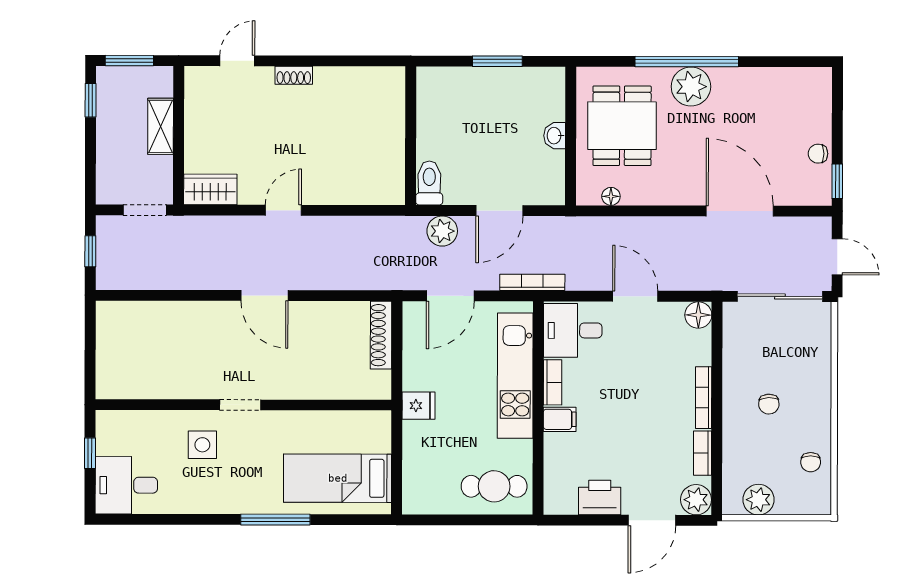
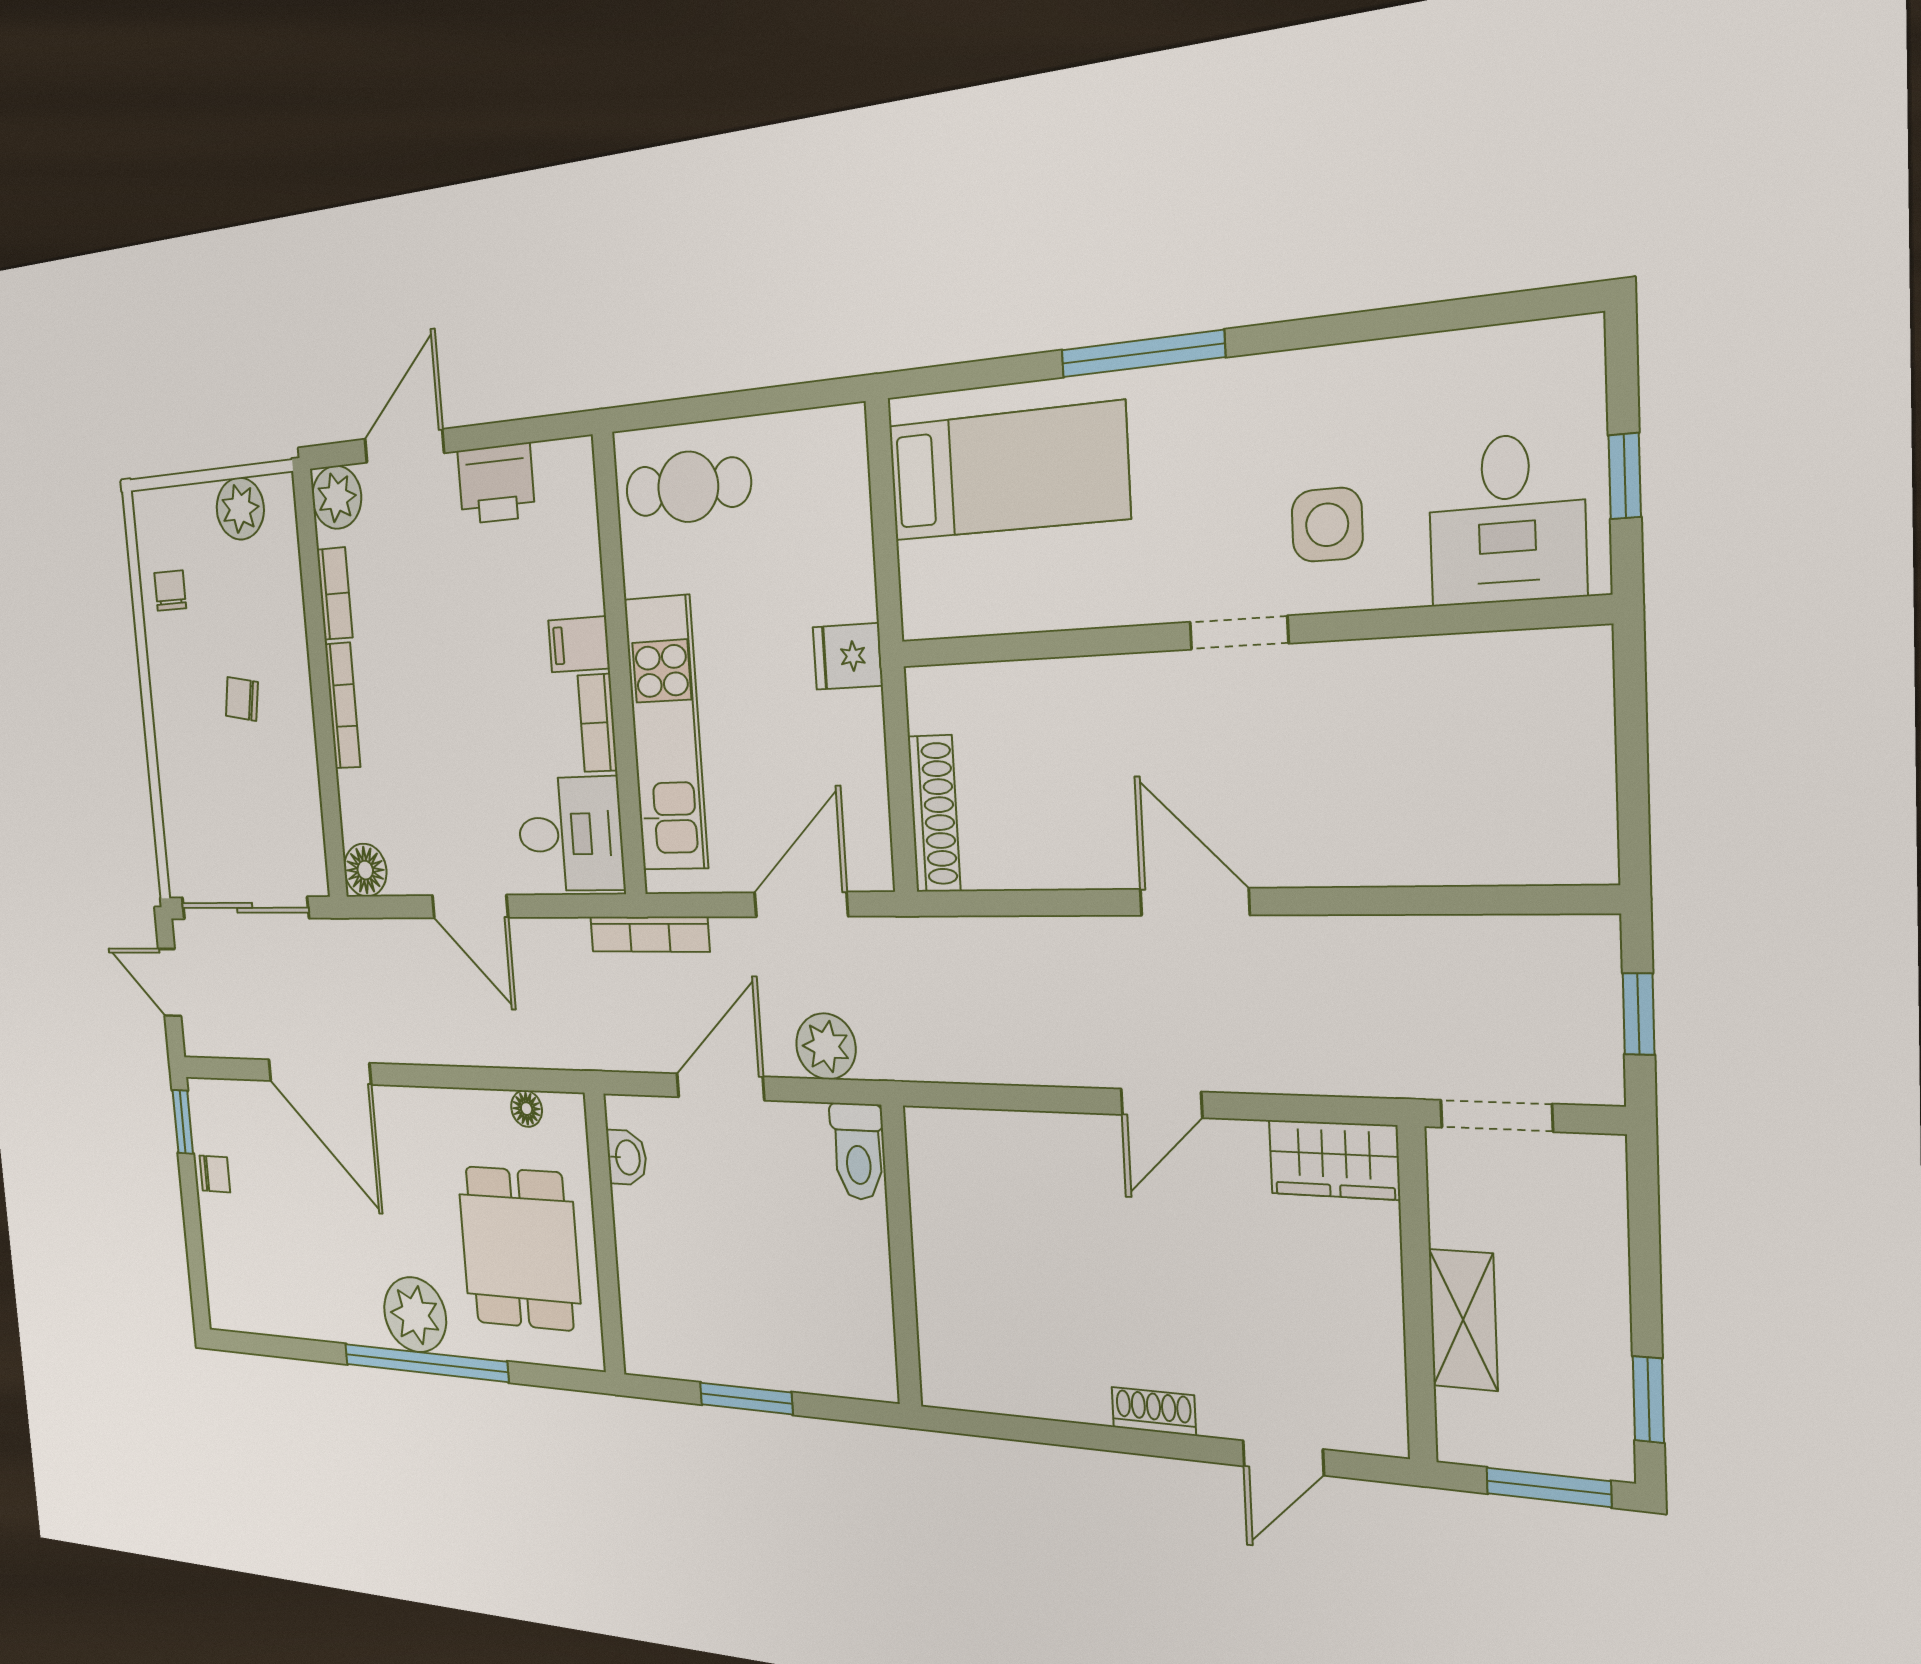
washbasin: (555, 136) -> (627, 1157), moved
chair: (769, 404) -> (242, 699), turned -78
desk: (126, 485) -> (1507, 519), moved, turned 90

